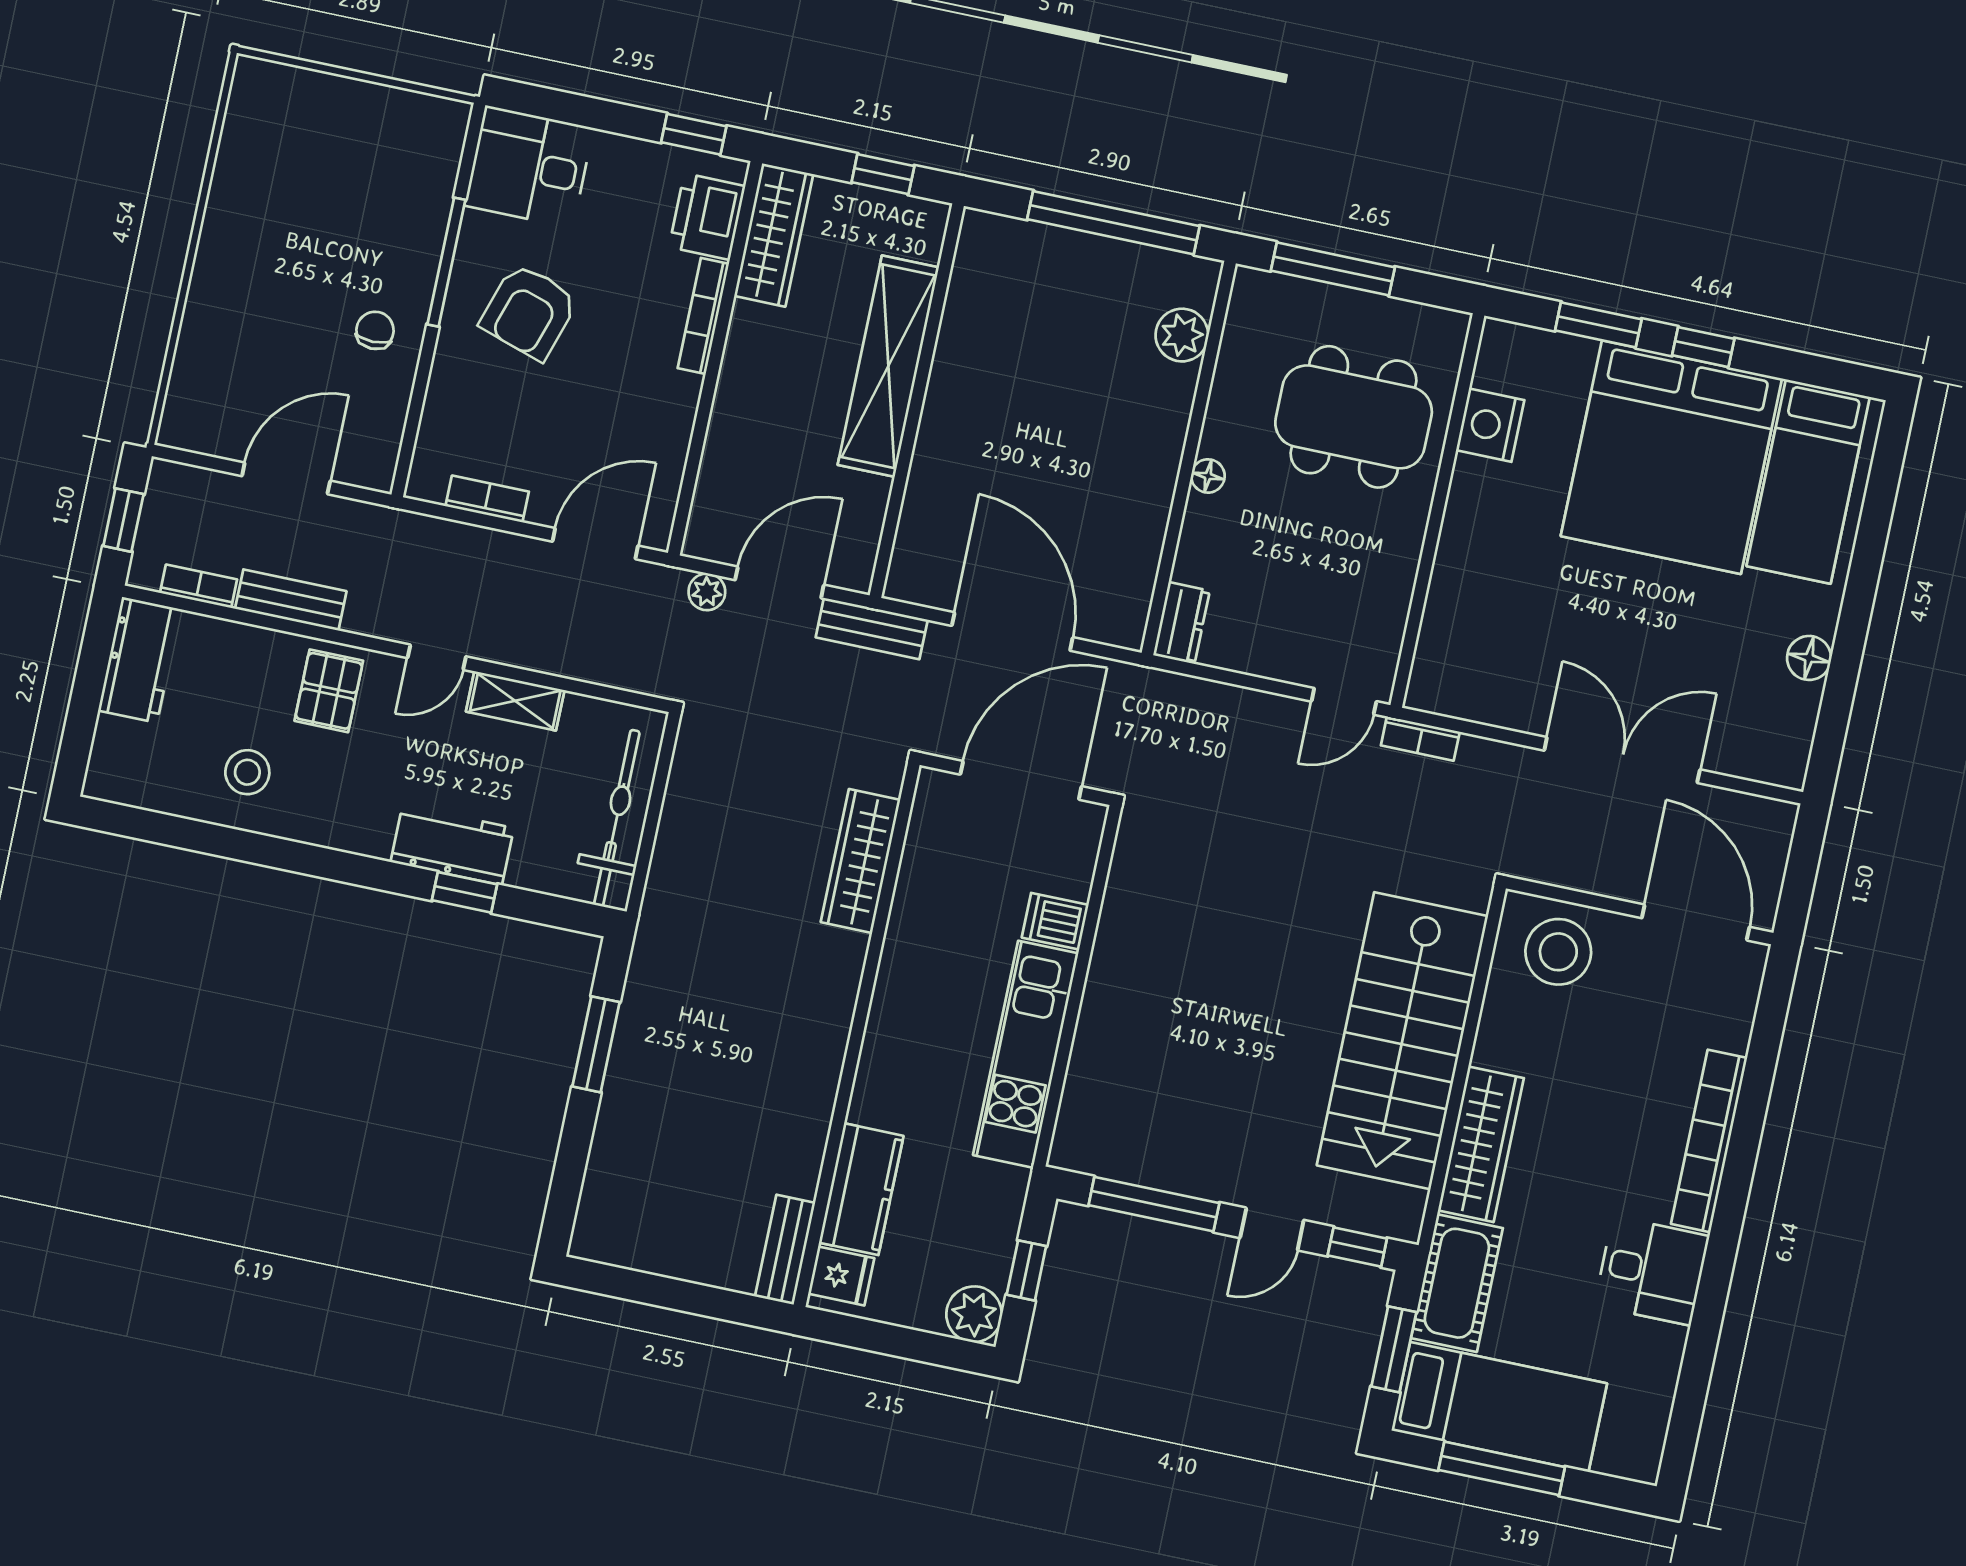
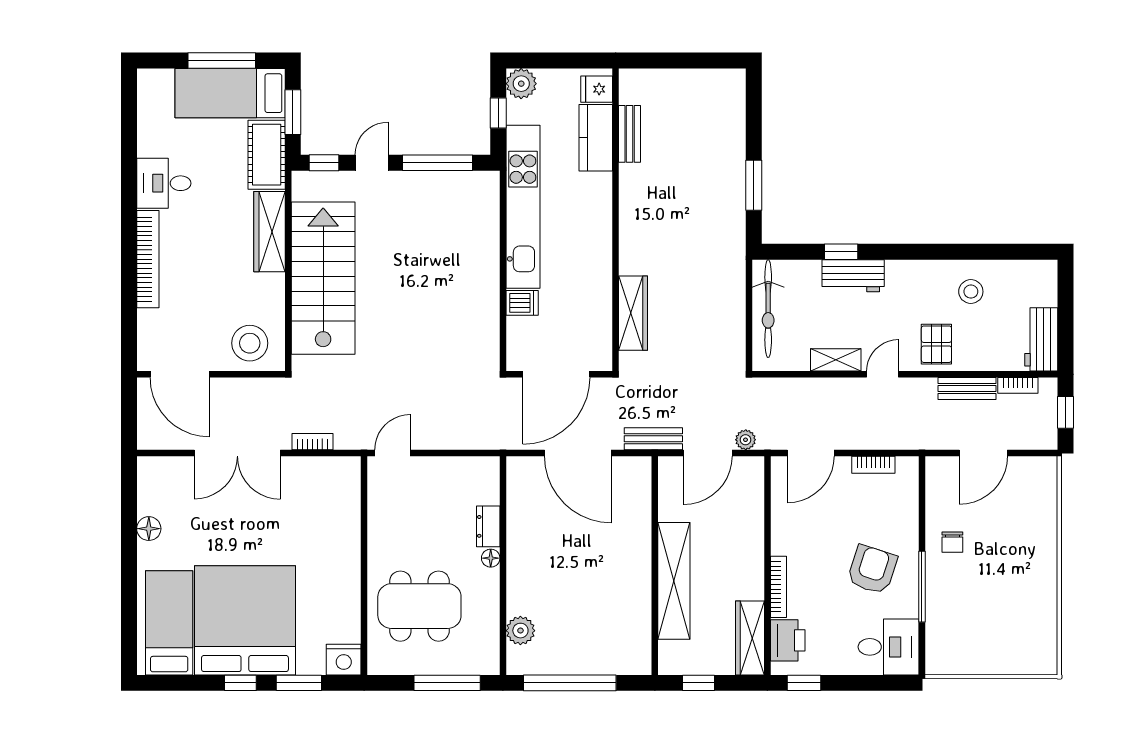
nightstand: (1490, 425) -> (344, 660), moved, turned 90
dresser: (1181, 623) -> (488, 526), moved
bookcase: (1420, 739) -> (313, 442), moved
kitchen unit: (1026, 1054) -> (523, 207), width x1.36
bench: (785, 1250) -> (630, 134), moved

